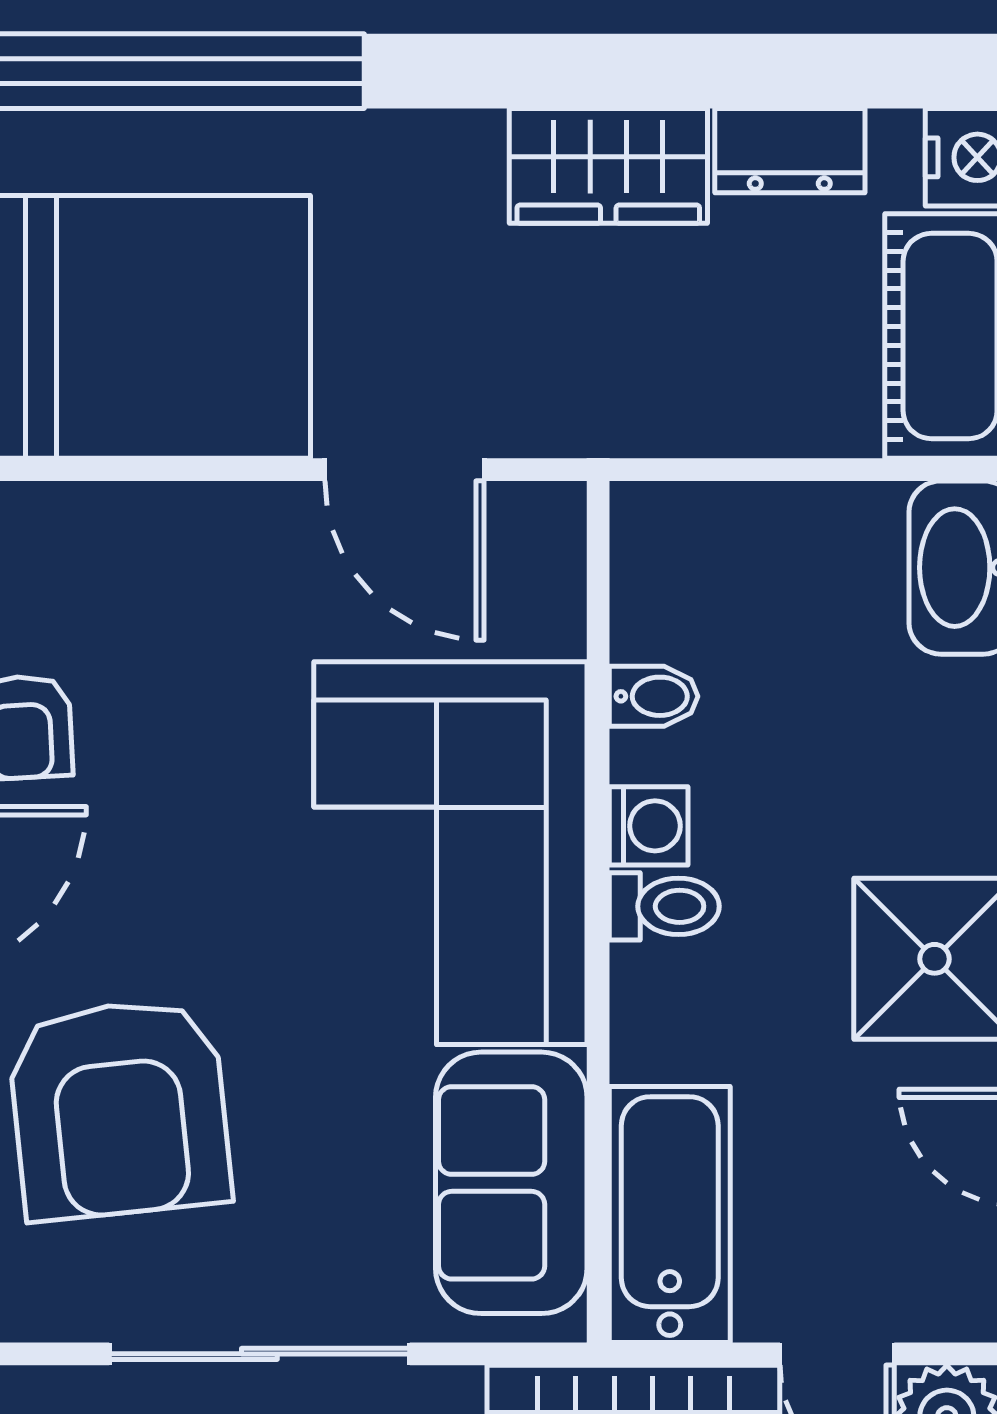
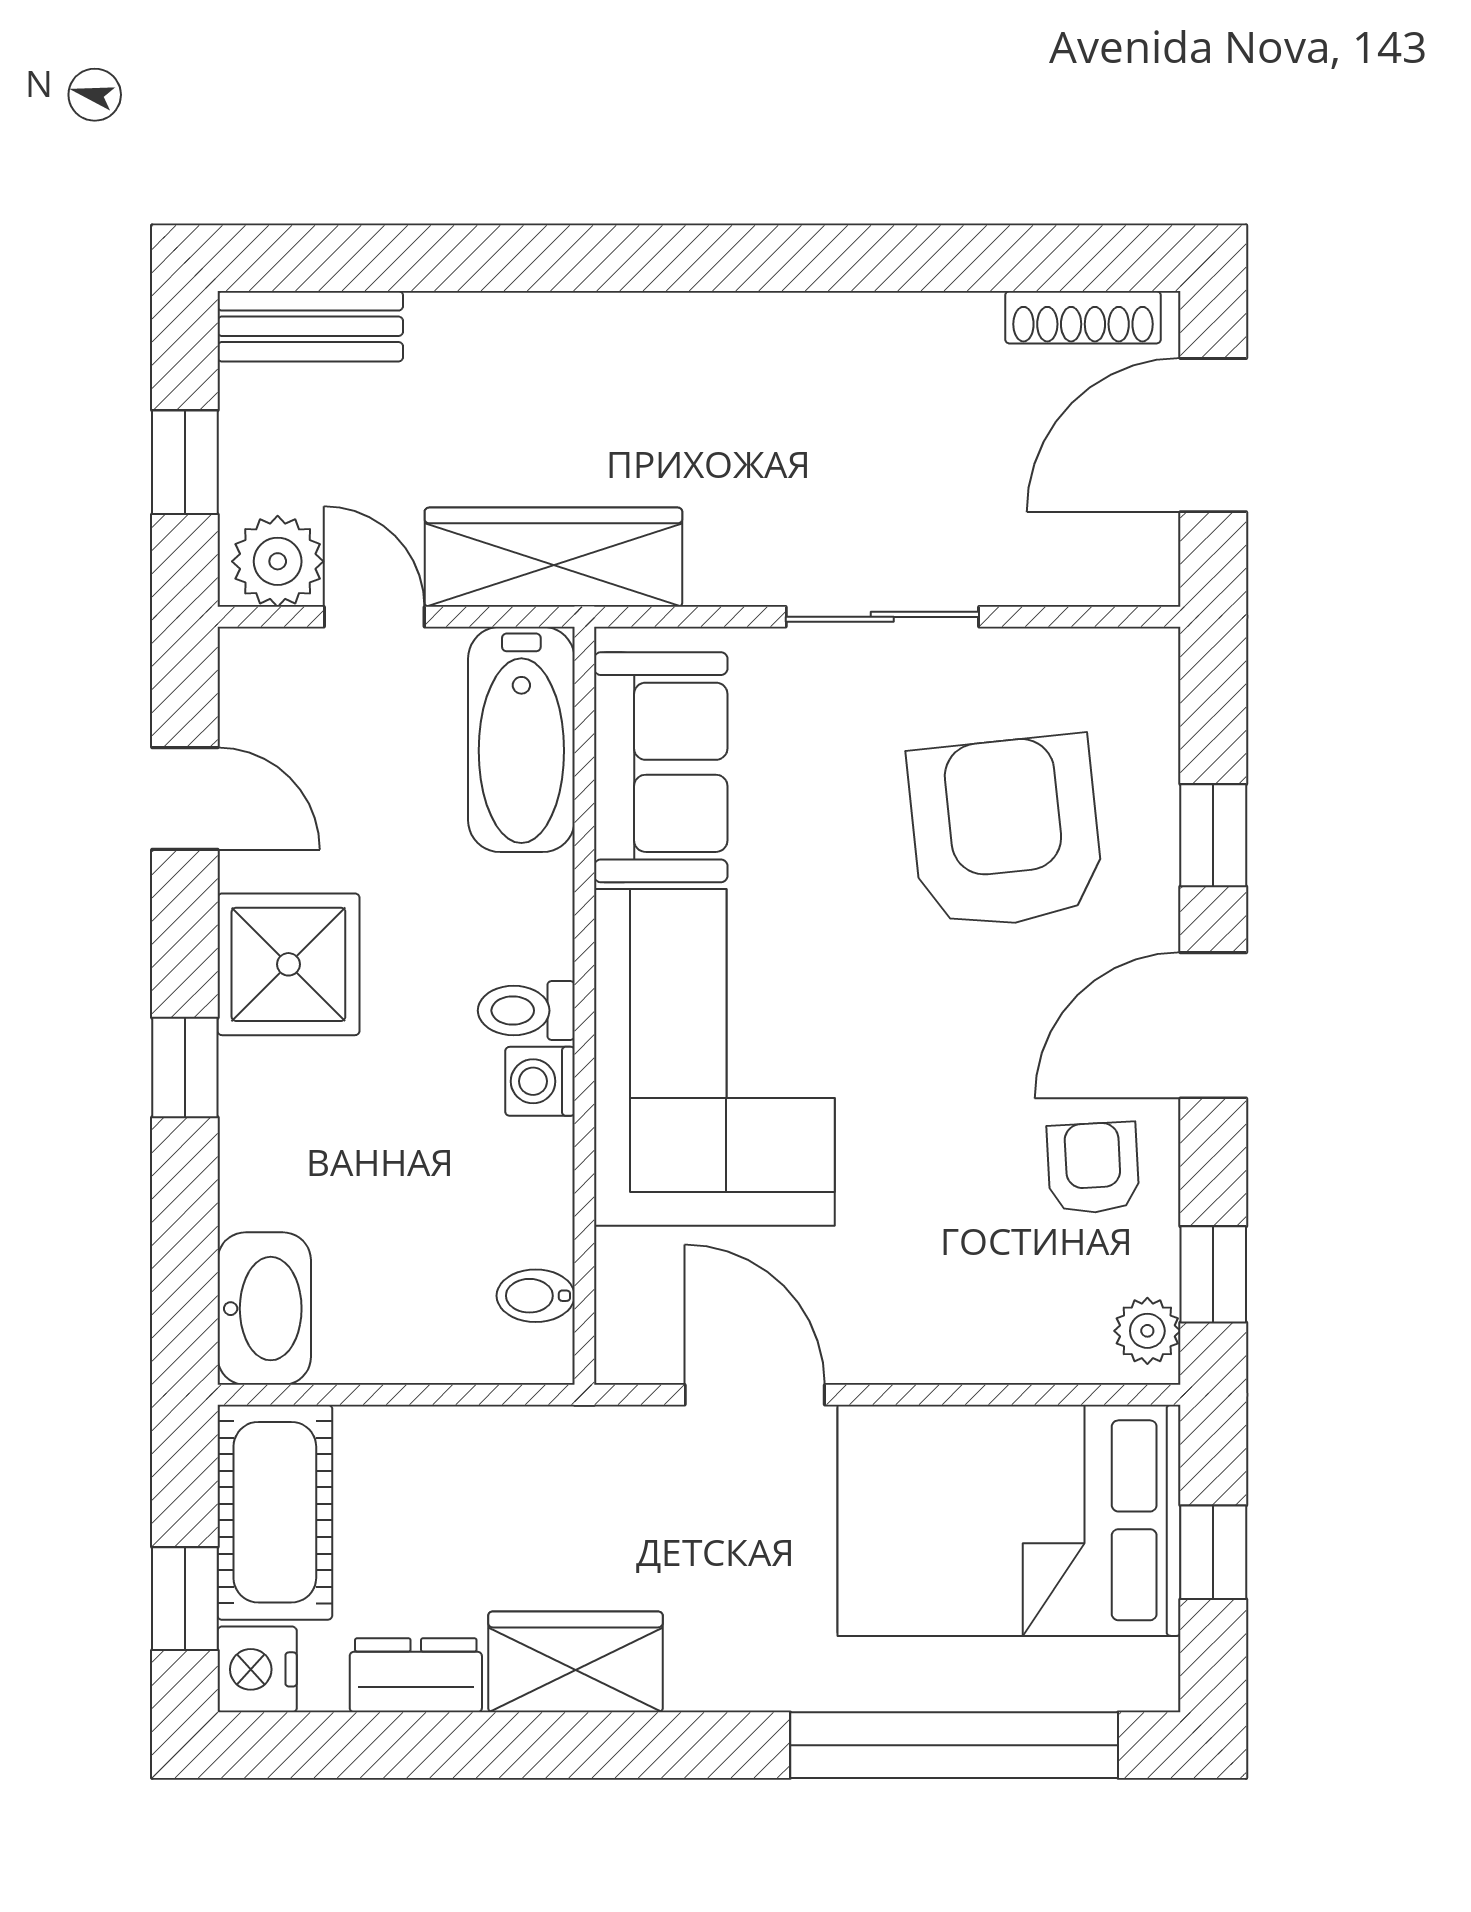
bidet: (654, 696) -> (536, 1296), moved
sliding door: (259, 1354) -> (882, 617), width x0.73

